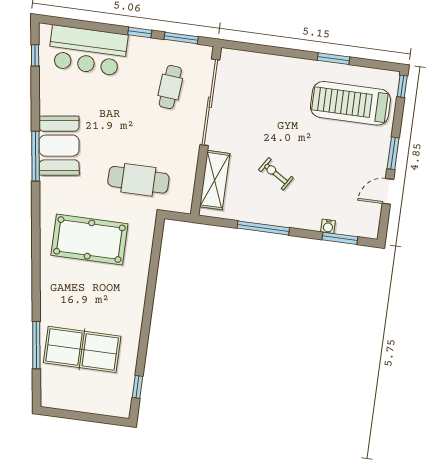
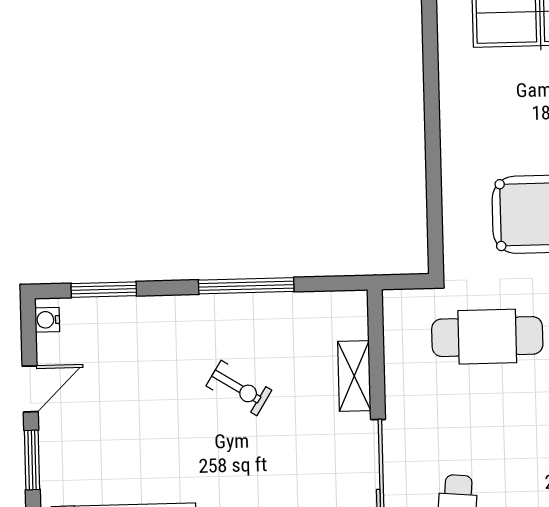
shelving: (215, 180) -> (354, 376), width x0.67, depth x0.75
water cooler: (328, 226) -> (47, 320), moved, turned -90

